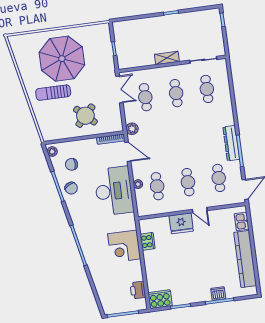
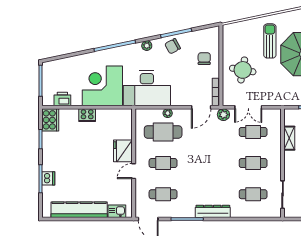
shelving: (167, 58) -> (289, 138), moved
double door: (119, 89) -> (248, 107), moved
round table: (85, 116) -> (243, 70), turned -33
dresser: (231, 143) -> (213, 211), moved
plant: (52, 152) -> (147, 46), moved
chair: (71, 164) -> (204, 59), moved
cafe table: (157, 186) -> (163, 132), width x1.37, depth x1.35
desk: (114, 191) -> (147, 88), moved
cooker: (148, 241) -> (87, 115), moved
corner desk: (124, 246) -> (102, 86), width x1.36, depth x1.36

